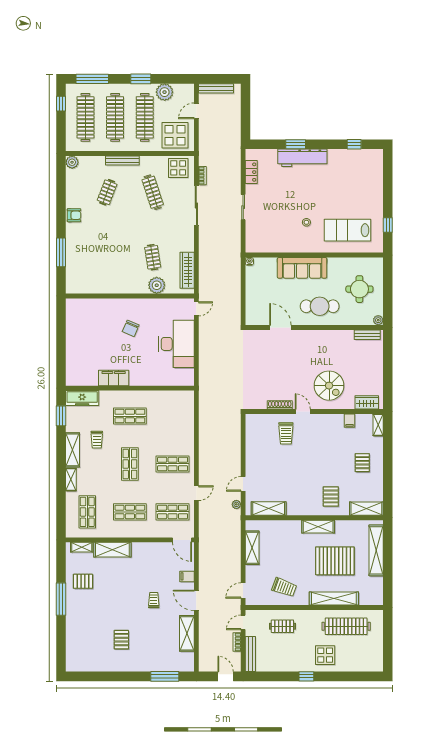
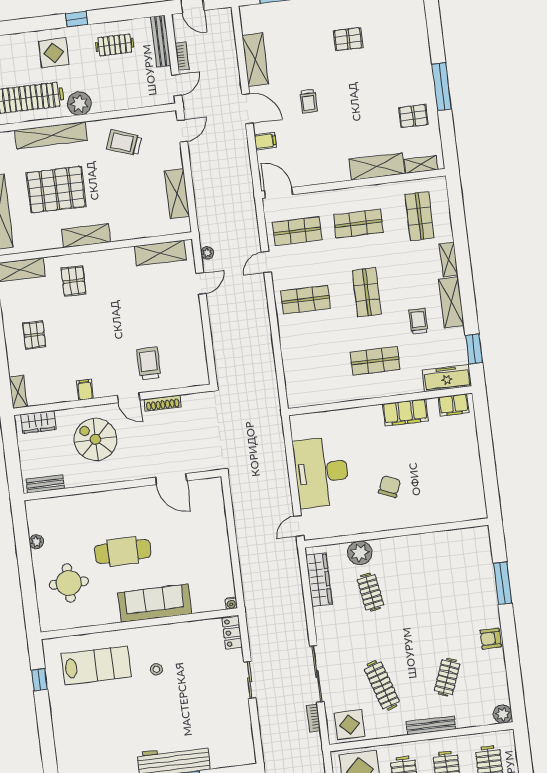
locker: (251, 172) -> (232, 633), moved
door: (280, 327) -> (171, 479), moved
wall: (314, 327) -> (122, 485), moved
bench: (367, 335) -> (45, 484), moved
filing cabinet: (80, 379) -> (454, 405), added
filing cabinet: (350, 421) -> (85, 390), moved
plant: (312, 618) -> (79, 104), added
clothes rail: (282, 626) -> (115, 45), moved
pallet: (121, 640) -> (348, 39), turned 90

